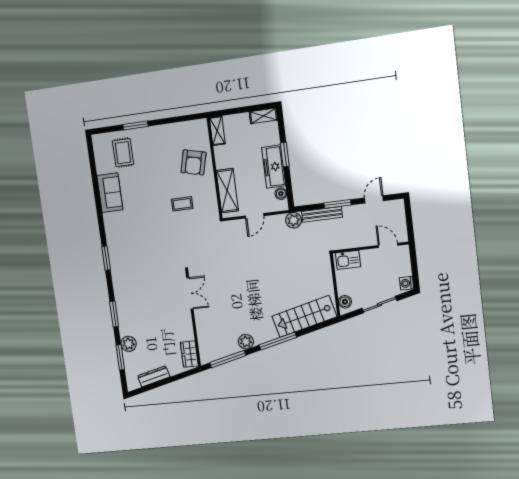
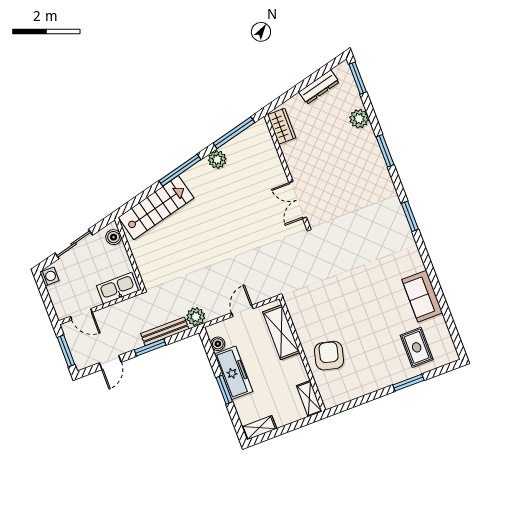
coffee table: (182, 204) -> (331, 304), removed
window: (409, 218) -> (66, 351), added
kitchen sink: (348, 260) -> (117, 288), width x1.38
window: (120, 357) -> (358, 78), moved

